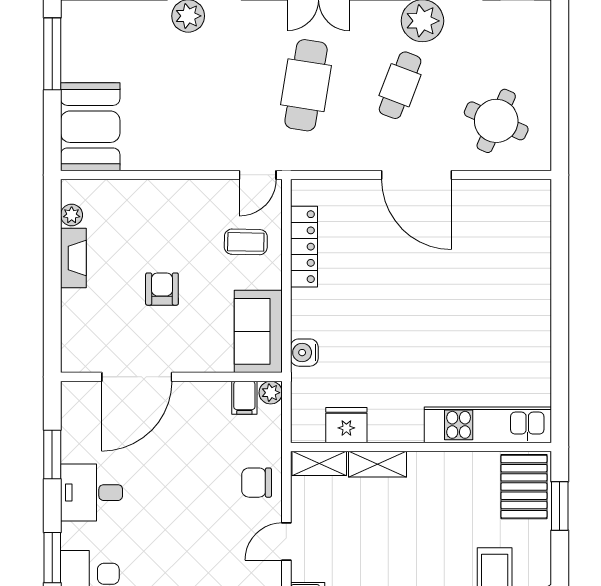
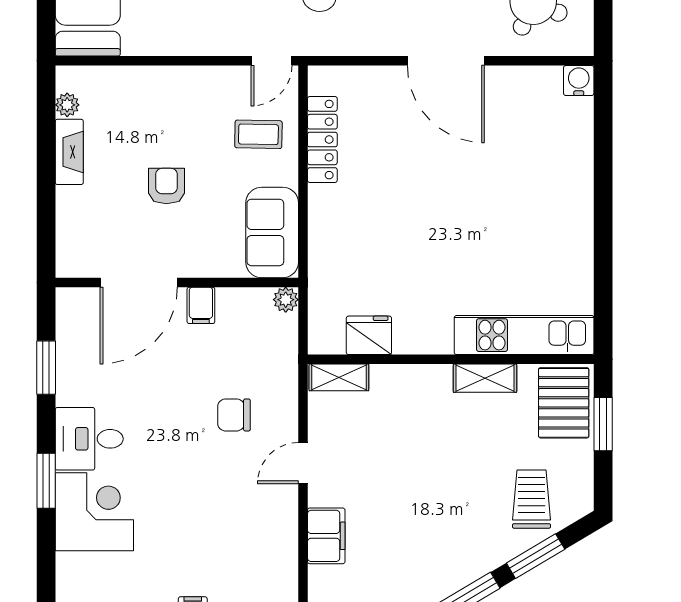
water cooler: (304, 353) -> (579, 81), moved, turned 90
filing cabinet: (244, 398) -> (201, 305), moved
shelving: (377, 464) -> (485, 378), moved
chair: (257, 483) -> (234, 415), moved
desk: (92, 493) -> (89, 439), moved

